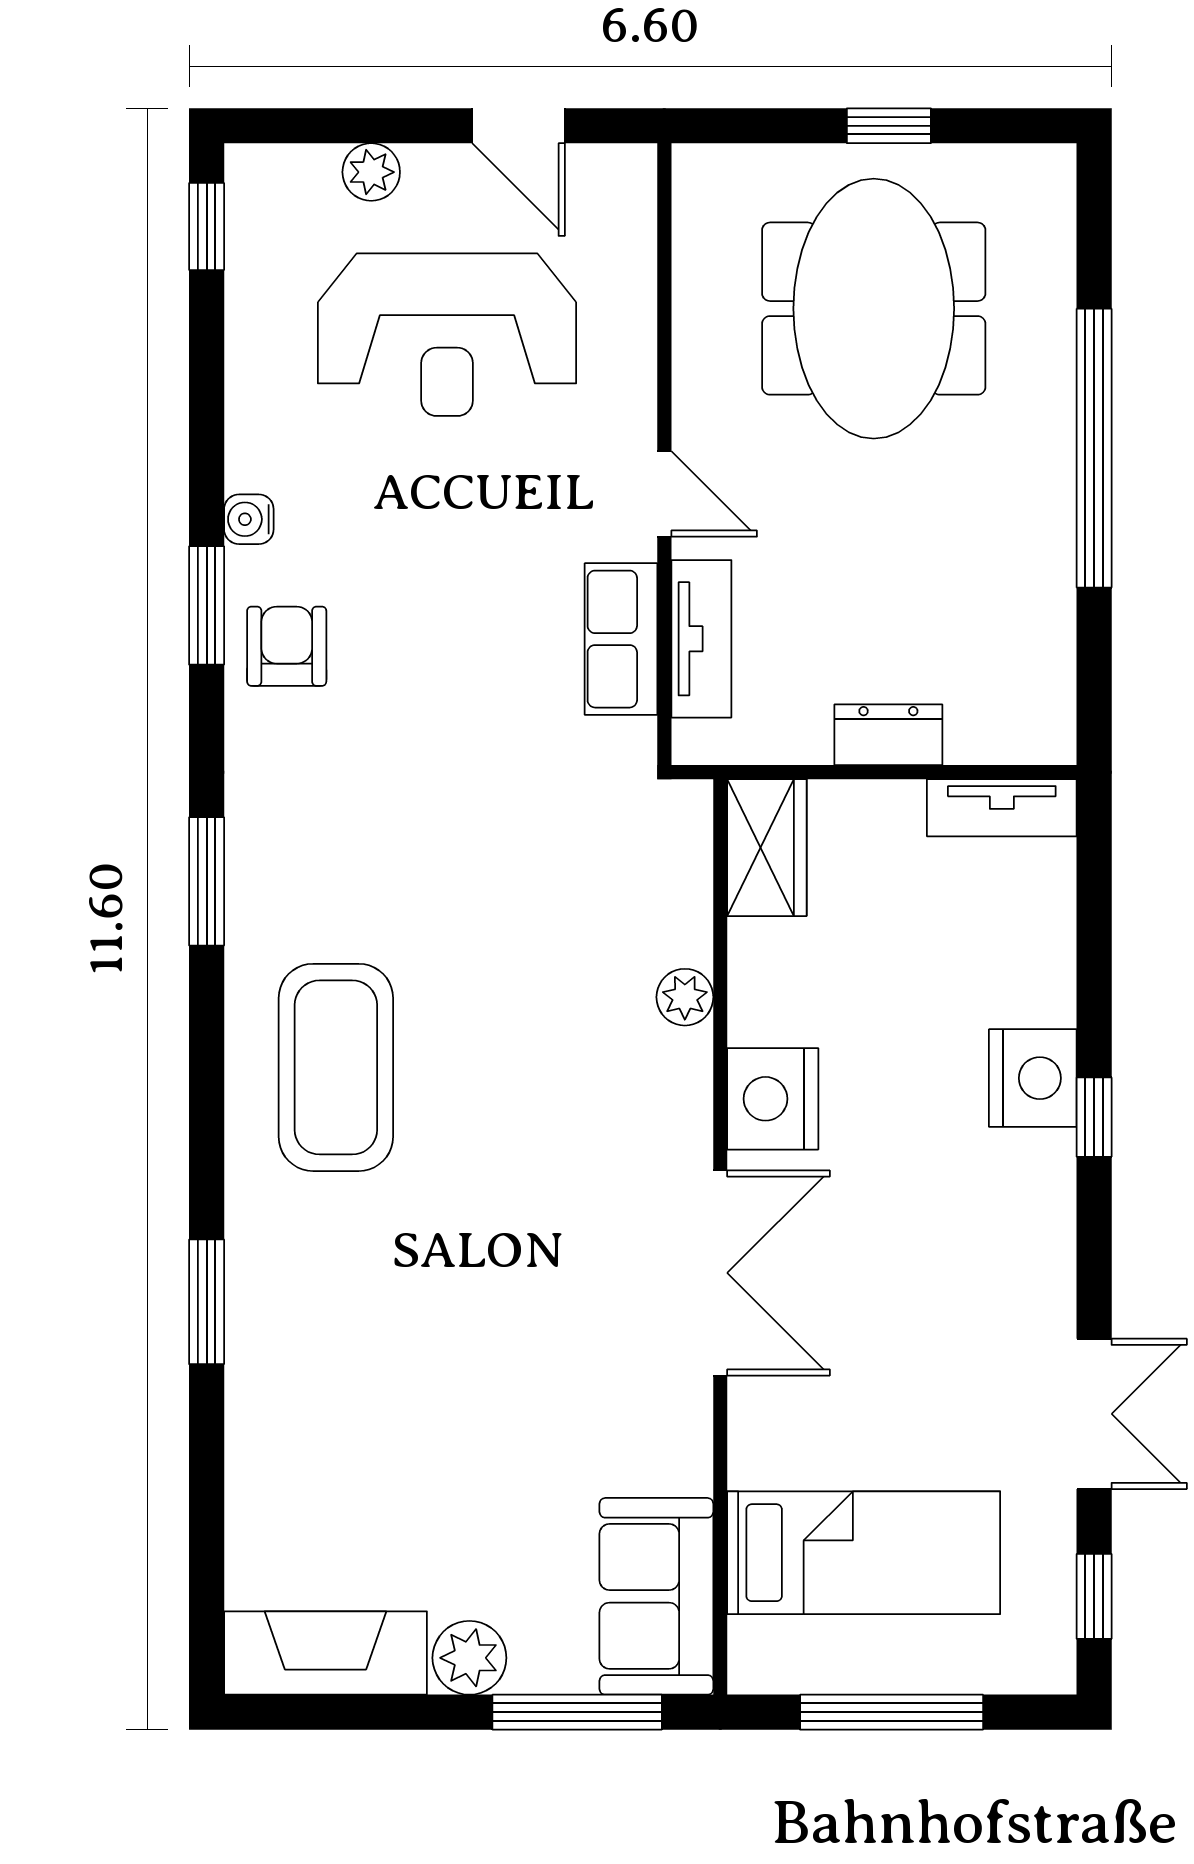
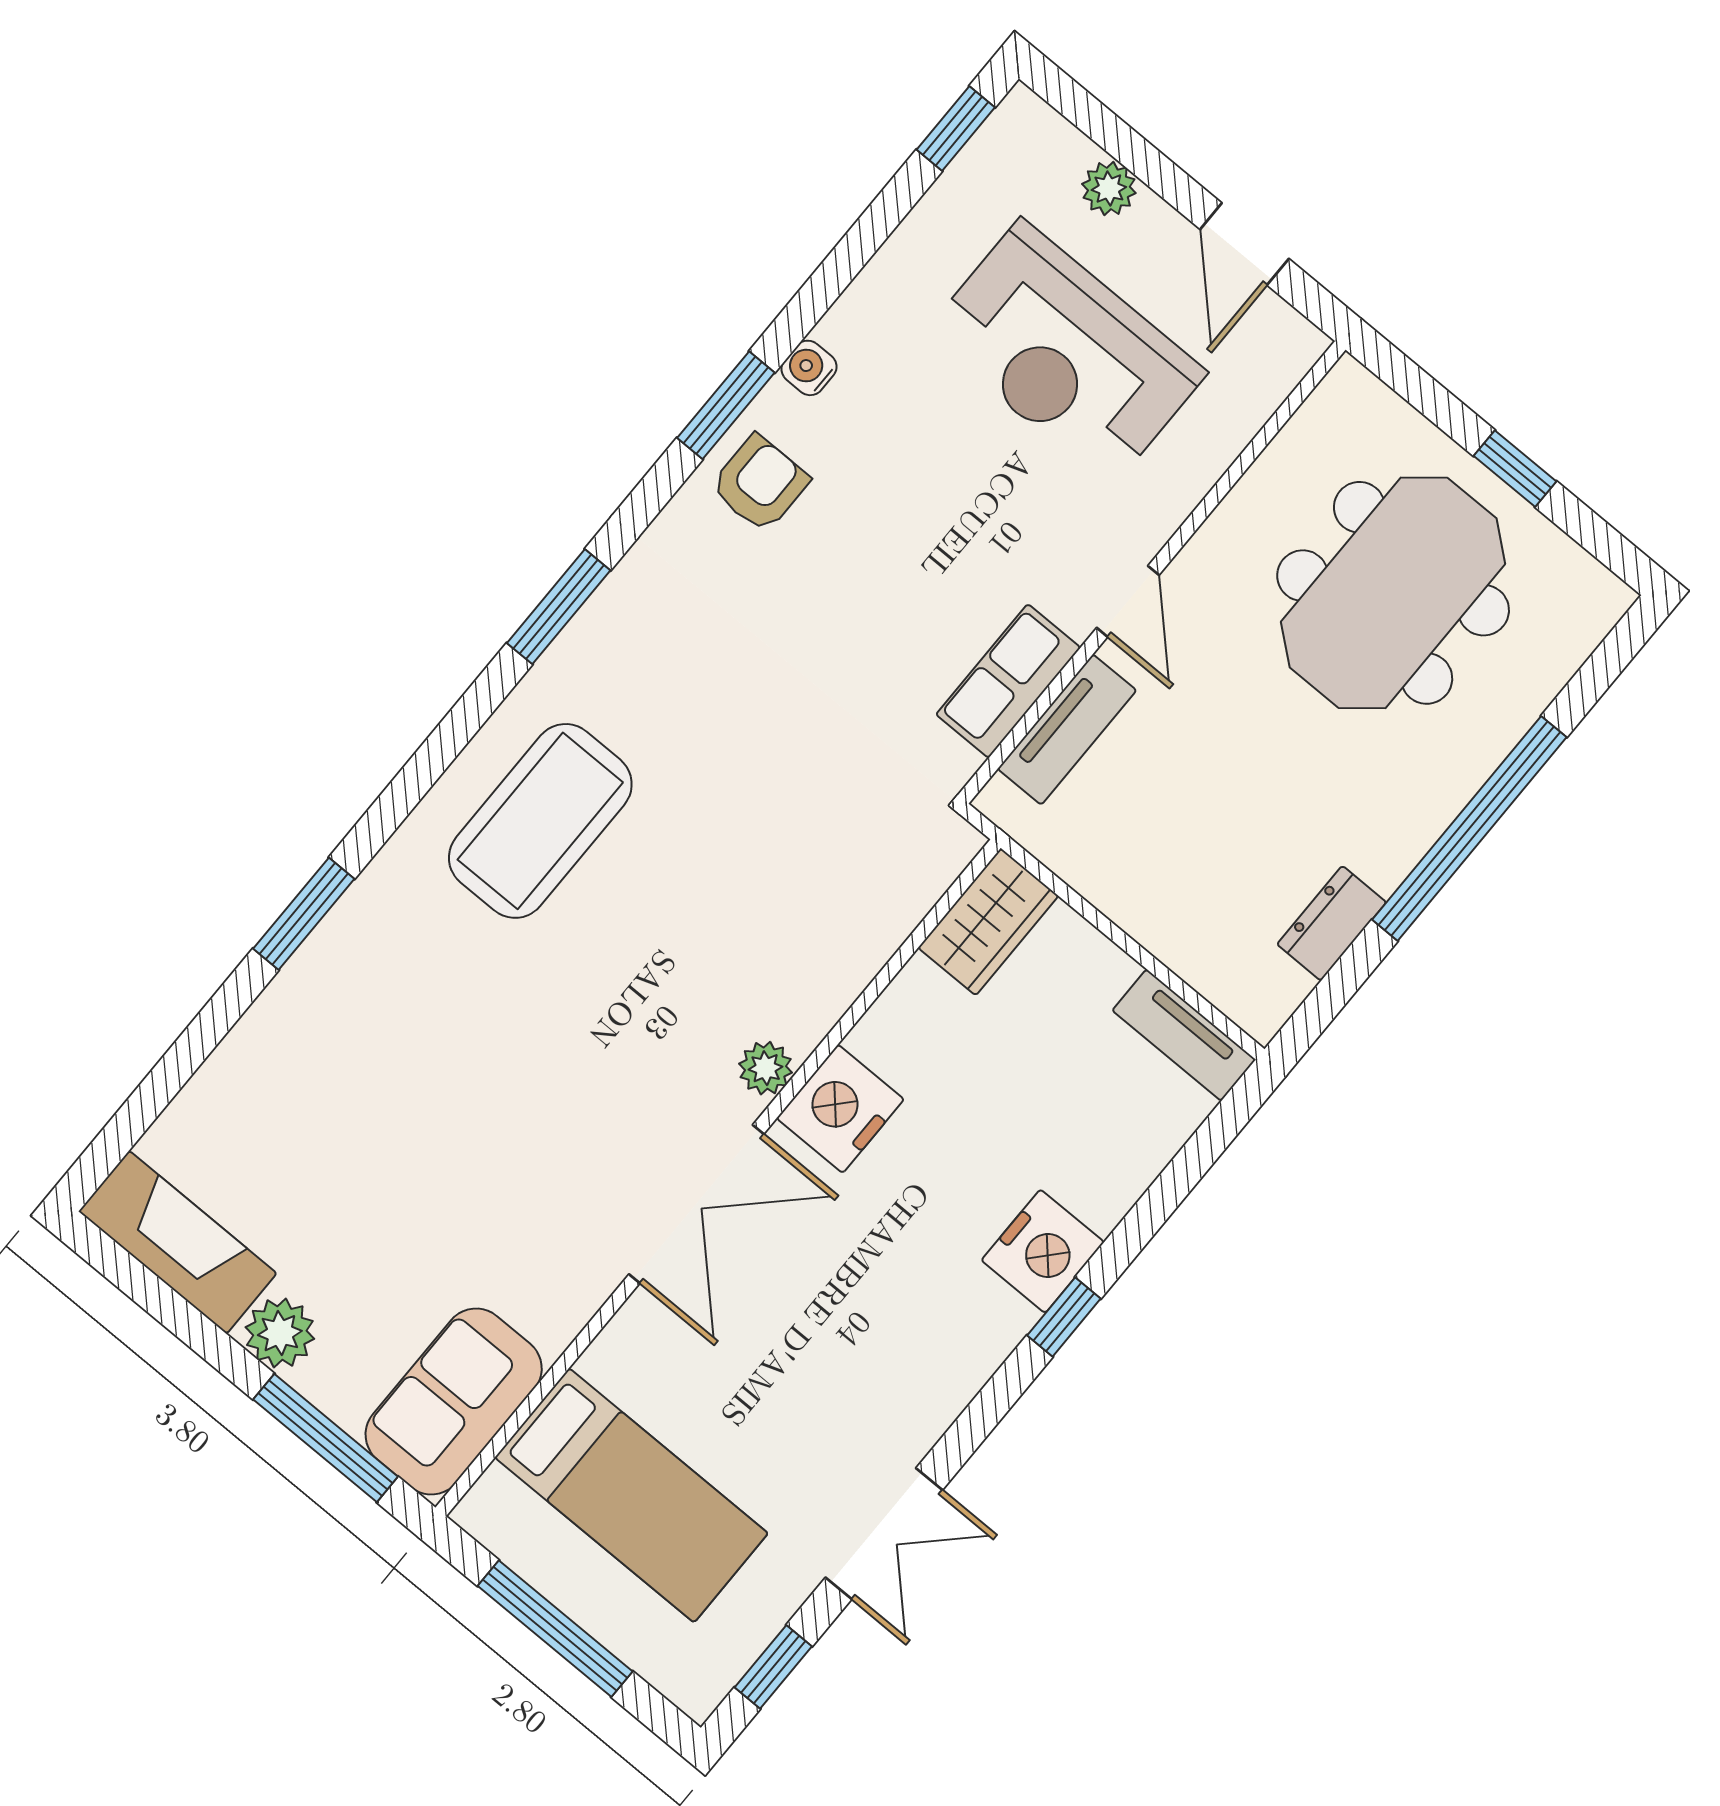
dresser: (888, 735) -> (1332, 923), moved, turned -90
plant: (685, 997) -> (766, 1068), moved

